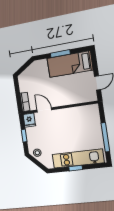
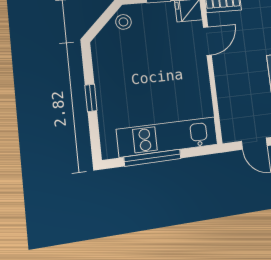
kitchen unit: (78, 158) -> (168, 137), moved, turned -90

